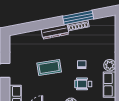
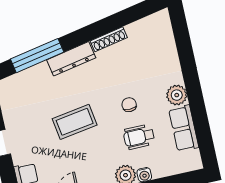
window: (78, 18) -> (37, 56), moved

